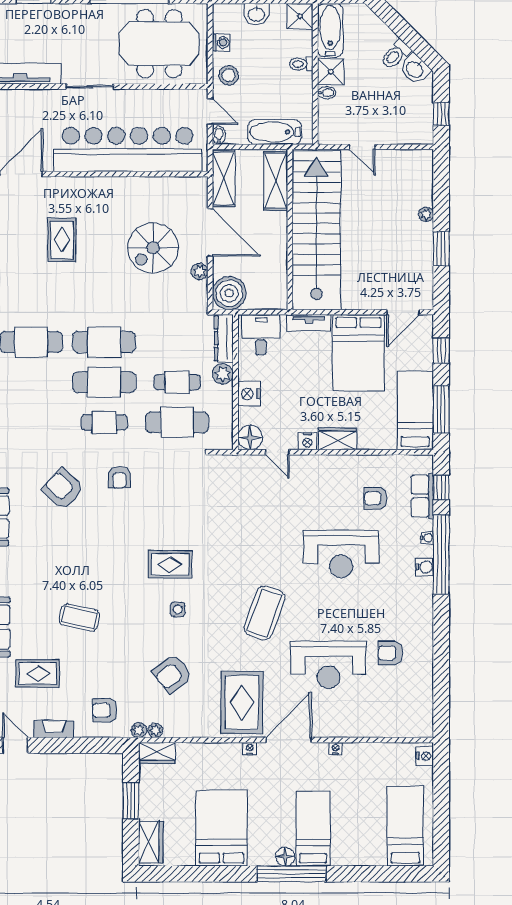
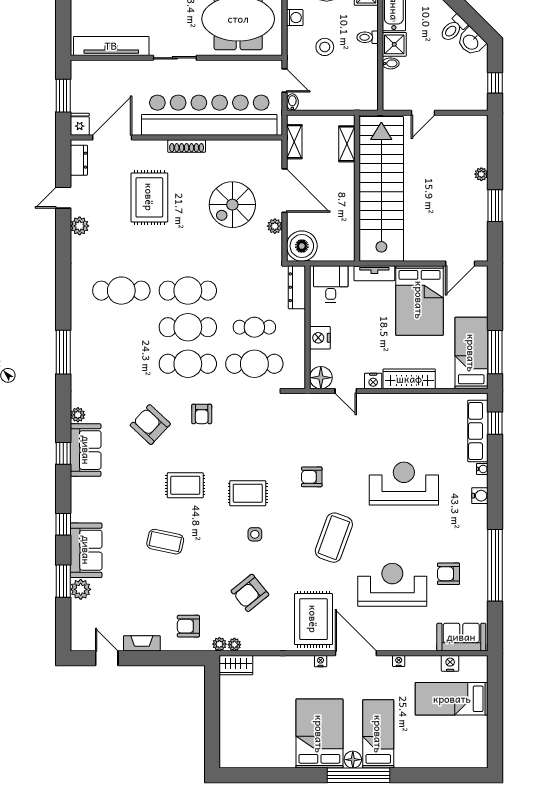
stool: (229, 75) -> (325, 47), moved
bathtub: (275, 132) -> (343, 99), removed
door: (362, 147) -> (423, 113), hinge flipped
shelving: (224, 179) -> (294, 142), width x0.67, depth x0.75
shelving: (276, 181) -> (347, 144), width x0.67, depth x0.75
shoe rack: (103, 183) -> (187, 146), added
rug: (62, 240) -> (149, 197), width x1.36, depth x1.43
window: (441, 350) -> (495, 298), removed
plant: (223, 374) -> (296, 320), removed
cafe table: (104, 422) -> (188, 364), width x1.37, depth x1.35
wardrobe: (337, 439) -> (409, 379), width x1.50
row of seats: (422, 496) -> (478, 431), width x1.48
armchair: (376, 498) -> (312, 477), moved
reception desk: (341, 554) -> (404, 484), turned 180
window: (441, 555) -> (495, 565), moved
reception desk: (329, 665) -> (392, 585), turned 180
rug: (38, 673) -> (185, 485), moved
sofa: (404, 722) -> (461, 637), added
door: (289, 740) -> (356, 653), hinge flipped
nightstand: (425, 756) -> (450, 663), moved, turned -90
window: (131, 801) -> (212, 709), removed
bed: (405, 826) -> (452, 699), moved, turned -90
bed: (221, 828) -> (319, 734), moved
wardrobe: (151, 842) -> (230, 746), removed

